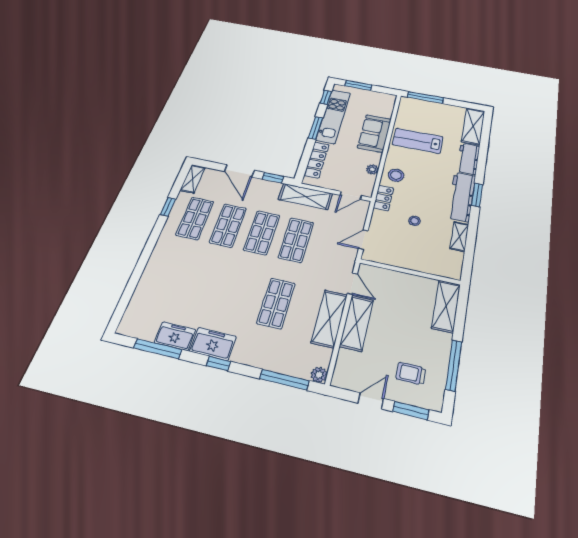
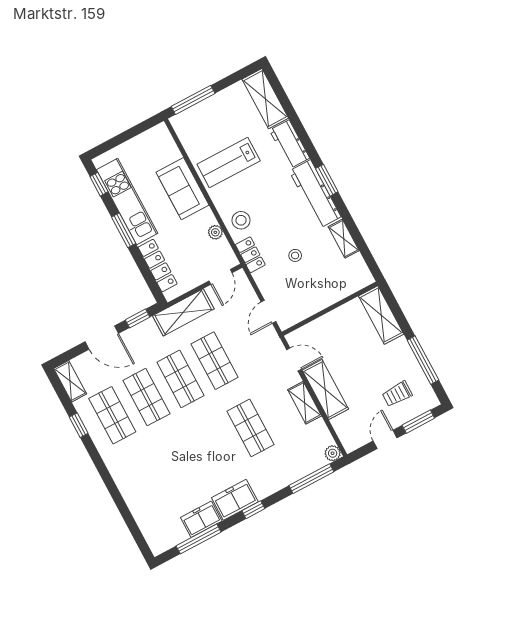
window: (358, 85) -> (116, 141), removed
shelving: (329, 319) -> (305, 403), width x0.67, depth x0.75

